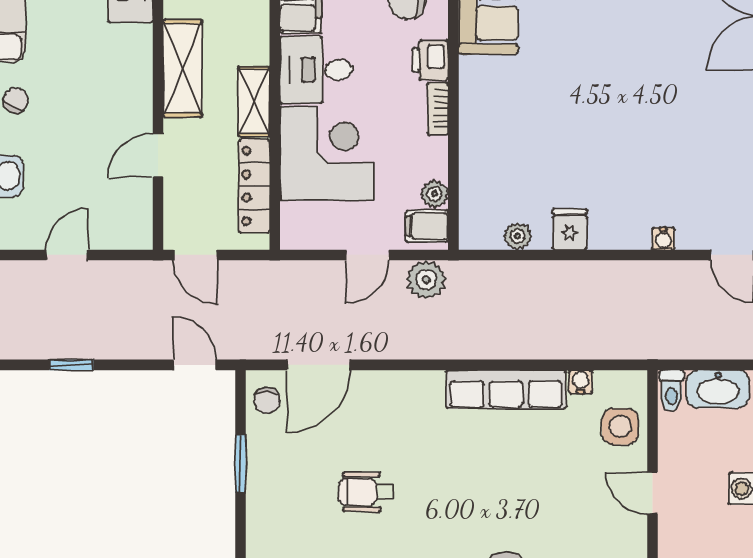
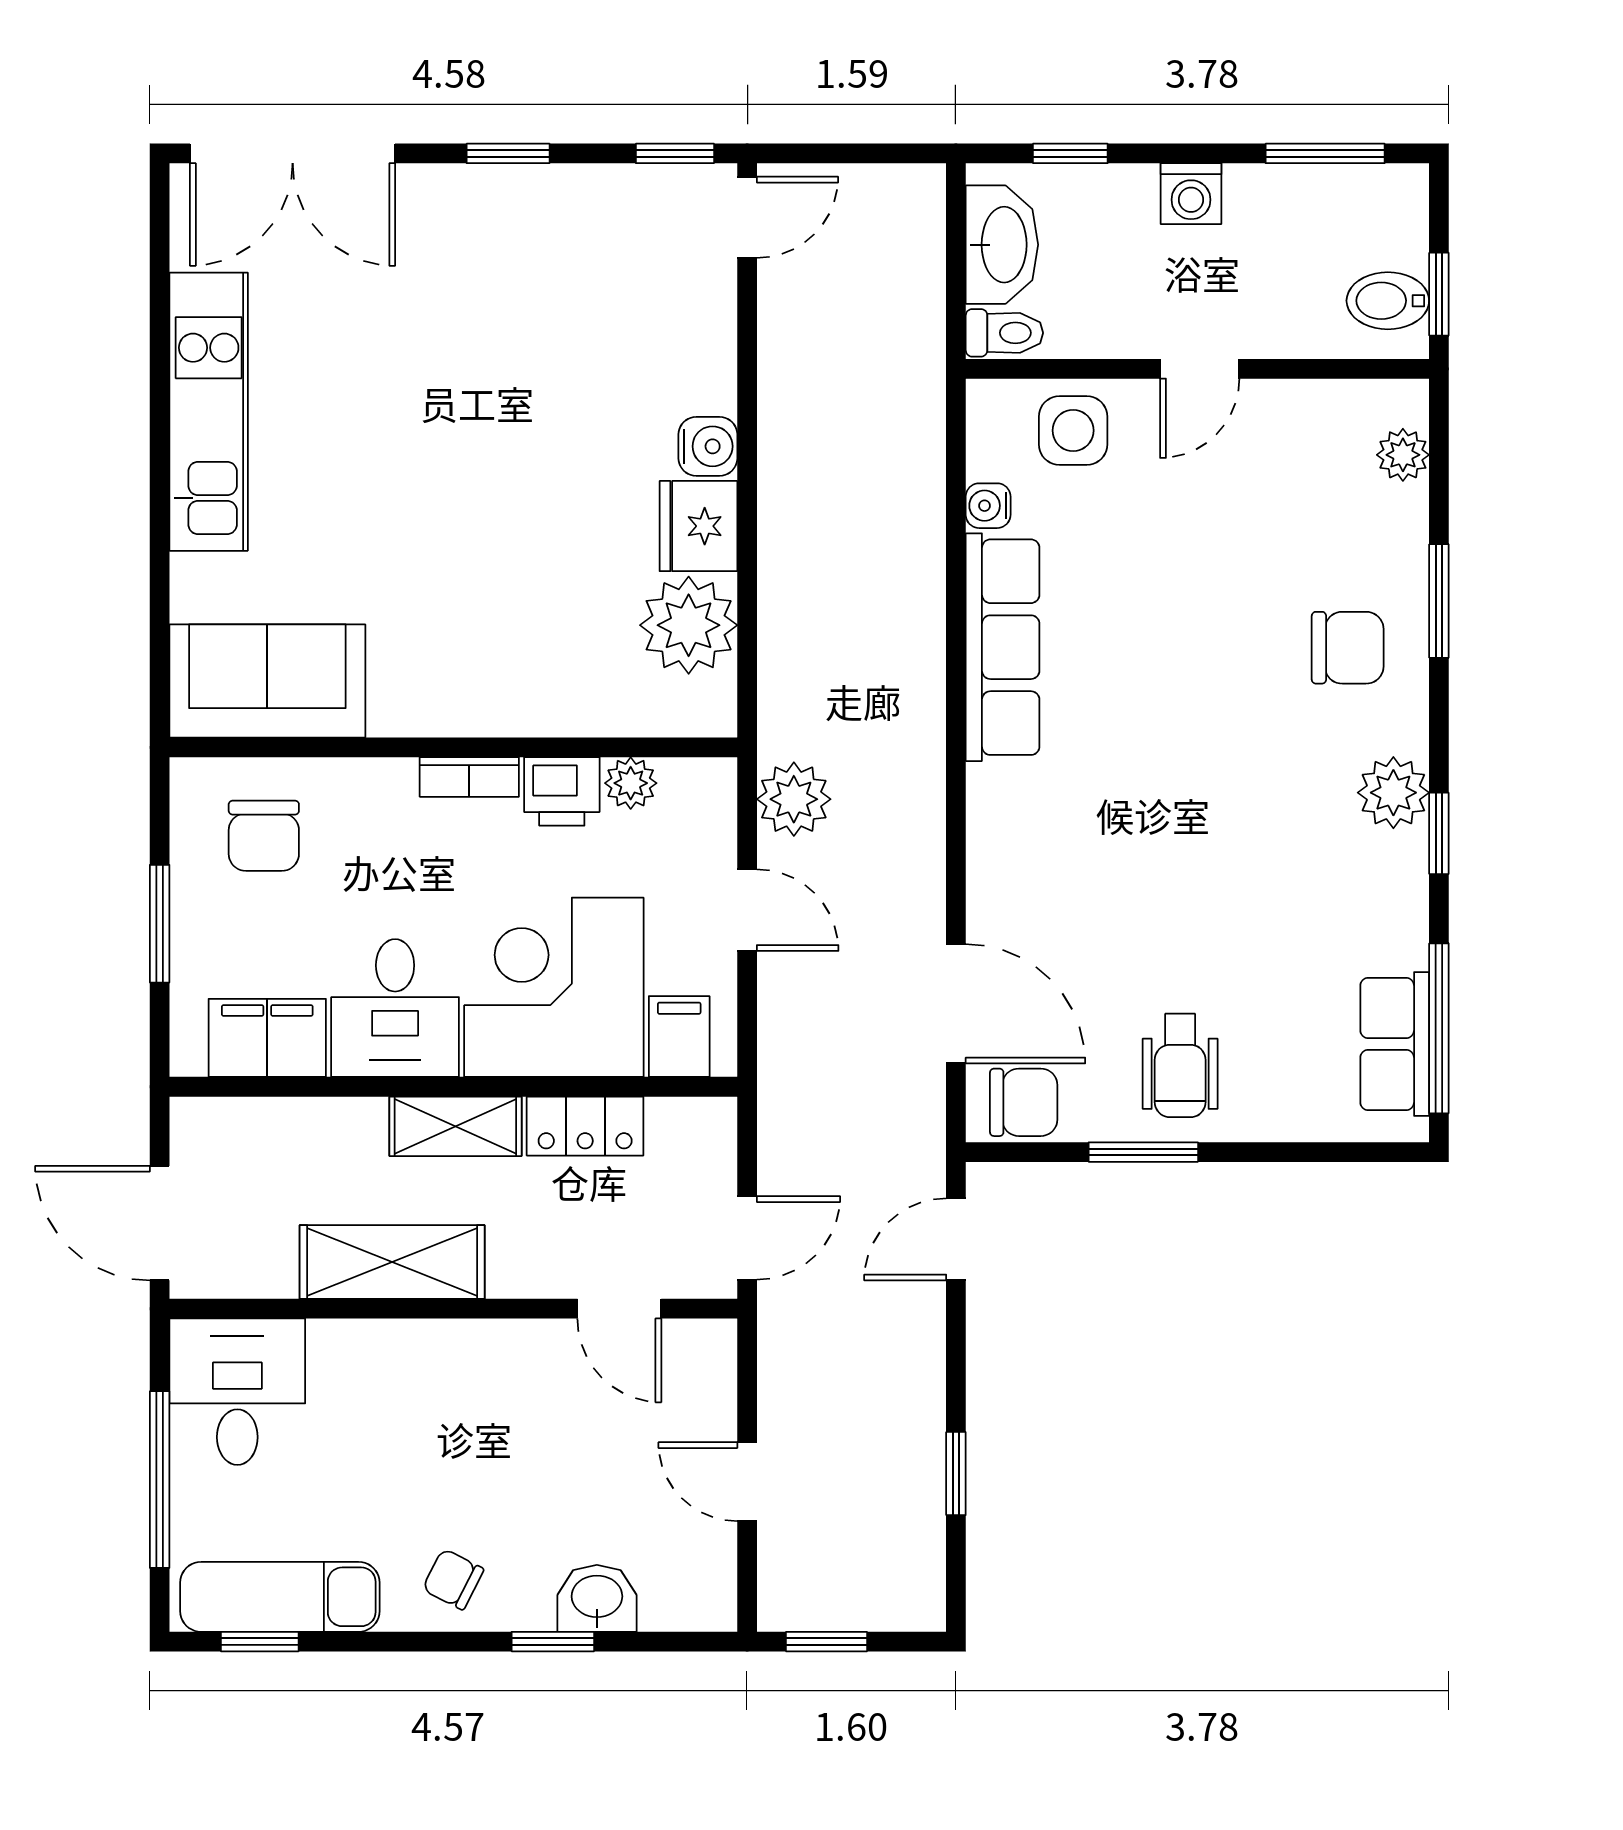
printer: (430, 60) -> (562, 791), moved
door: (158, 155) -> (619, 1309), moved
locker: (254, 186) -> (585, 1126), width x0.66
filing cabinet: (427, 226) -> (679, 1037), moved, turned 180
fridge: (570, 229) -> (698, 526), width x1.38
plant: (518, 236) -> (689, 625), width x1.87, depth x1.87
water cooler: (663, 239) -> (708, 446), moved, width x1.38, depth x1.38
chair: (267, 401) -> (1024, 1102), width x1.37, depth x1.37
wheelchair: (366, 492) -> (1180, 1065), moved

